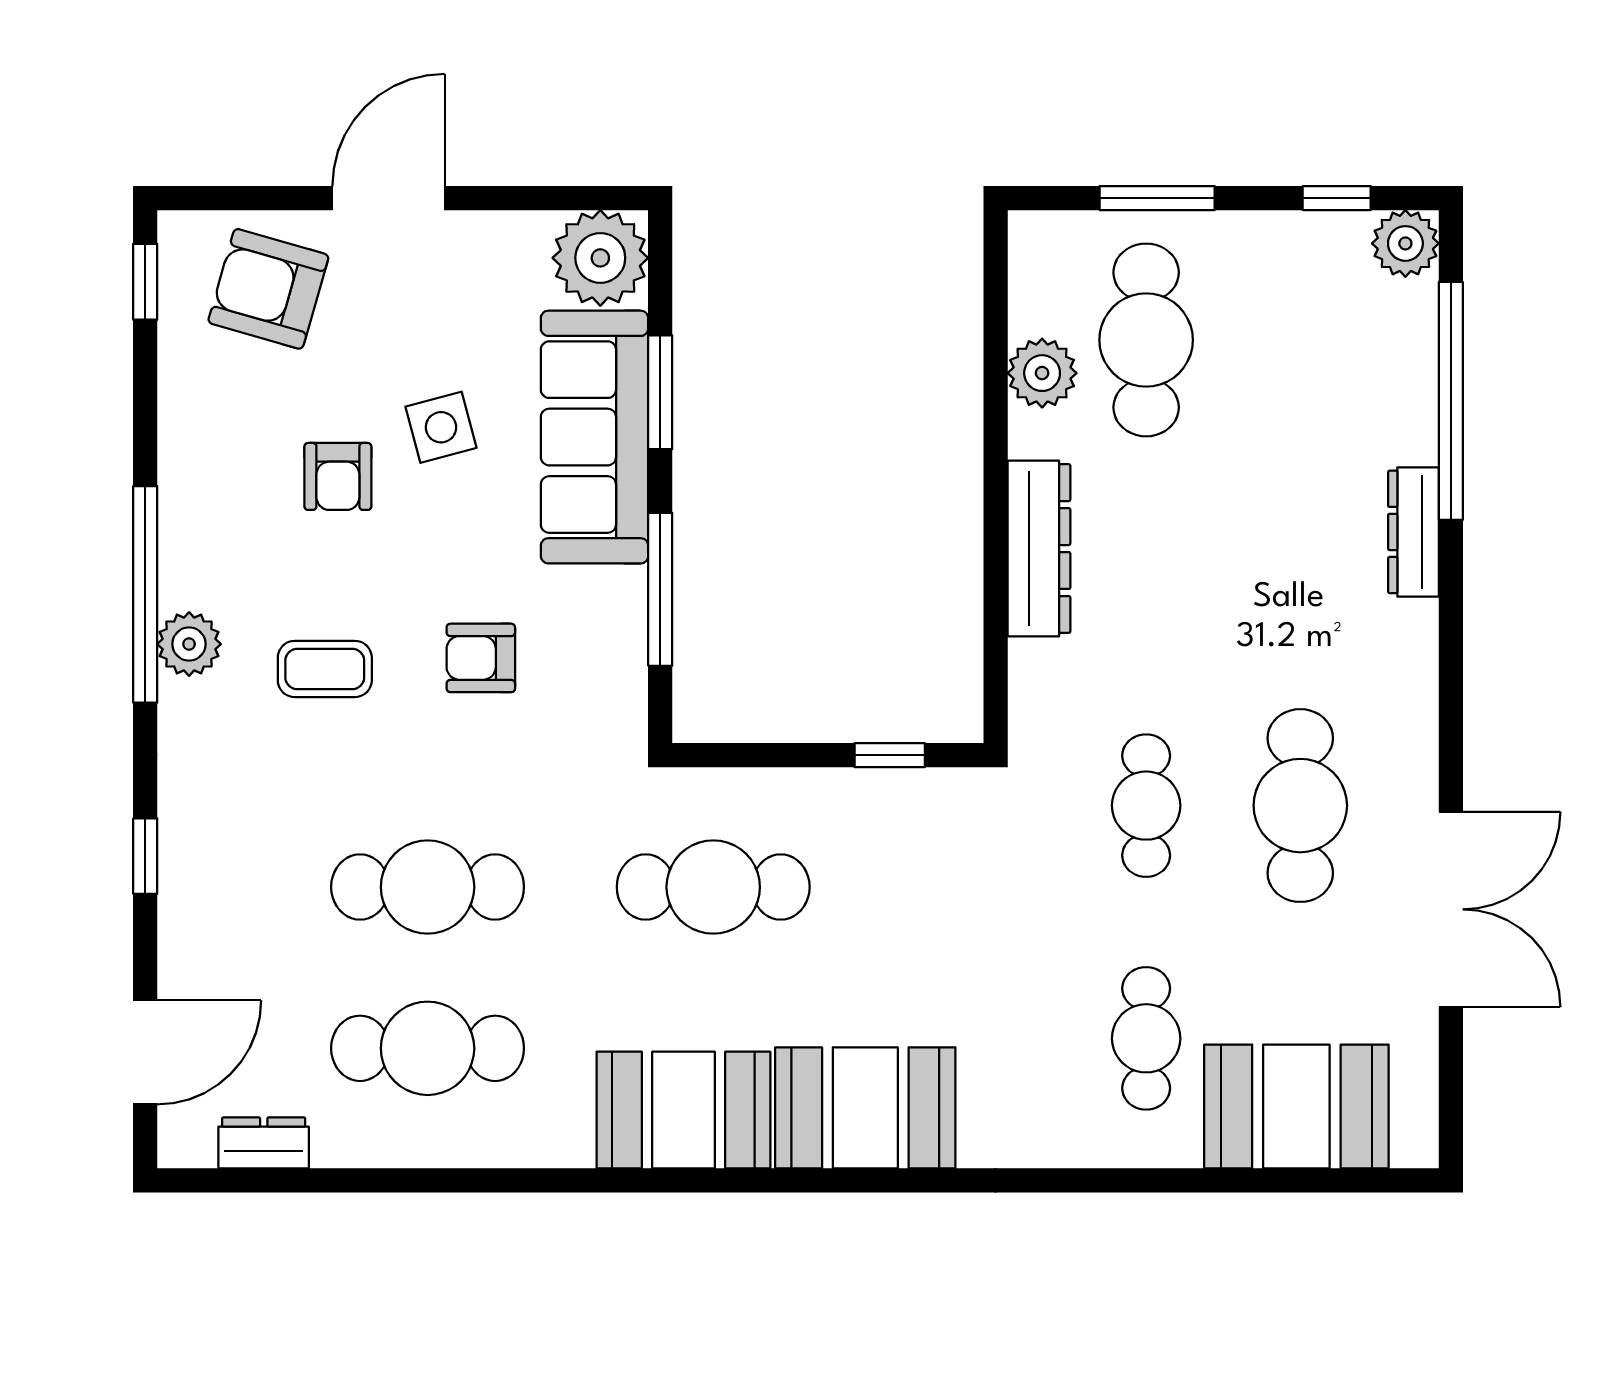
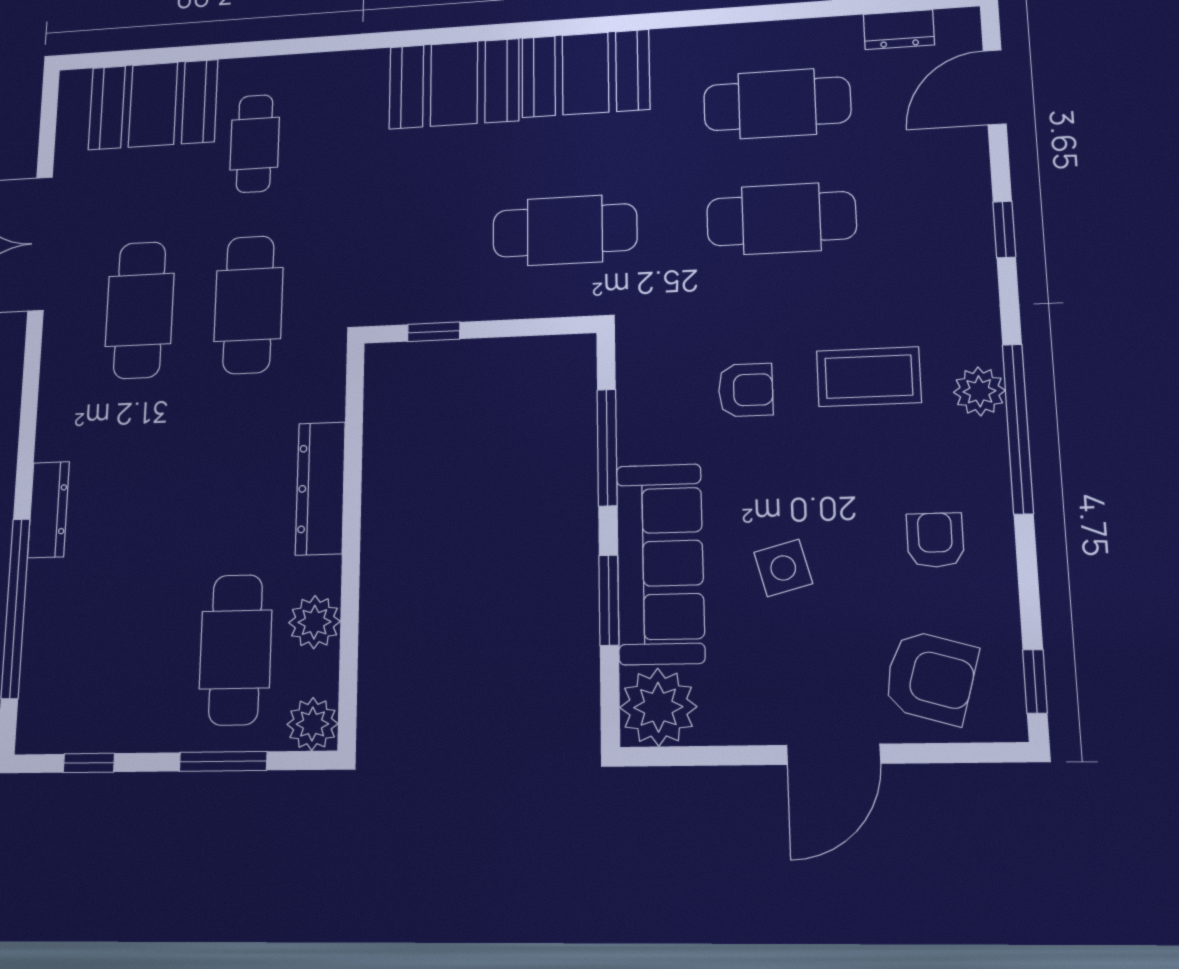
plant: (1405, 243) -> (312, 724), moved
armchair: (338, 476) -> (935, 540), moved
coffee table: (325, 669) -> (869, 377), width x1.36, depth x1.30
cafe table: (1146, 806) -> (249, 304), width x1.37, depth x1.35

